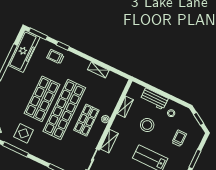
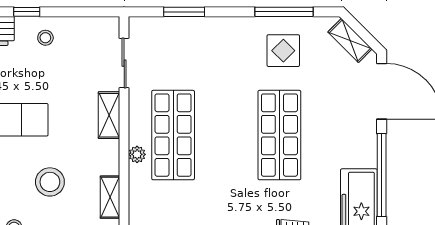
shop shelf: (64, 109) -> (226, 135), removed
shop shelf: (86, 120) -> (173, 135), width x1.43, depth x1.36

